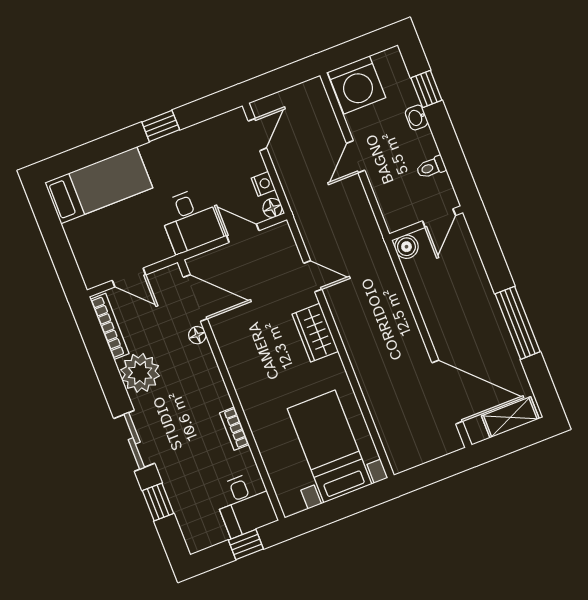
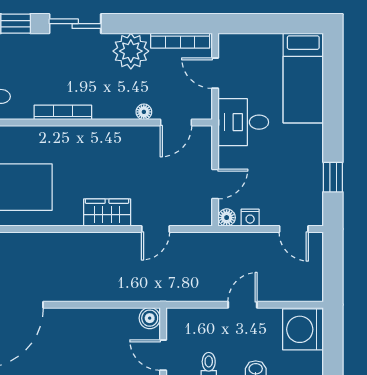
window: (161, 126) -> (333, 177), moved
door: (356, 157) -> (243, 305), hinge flipped
desk: (190, 220) -> (243, 122), moved
door: (129, 278) -> (215, 73), hinge flipped
door: (195, 298) -> (176, 123), width x0.73
bookcase: (234, 429) -> (63, 112), width x1.56

